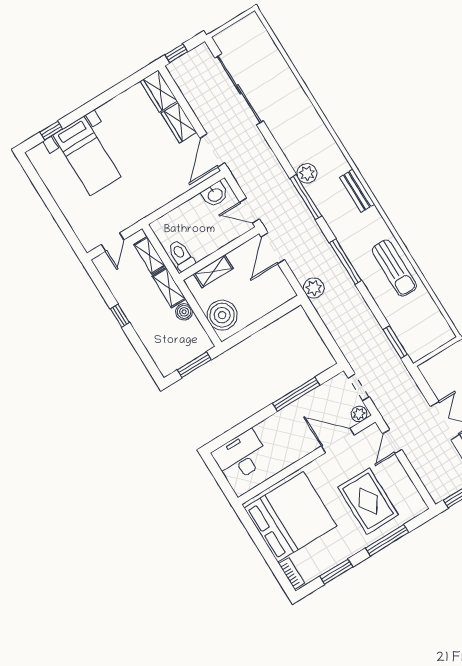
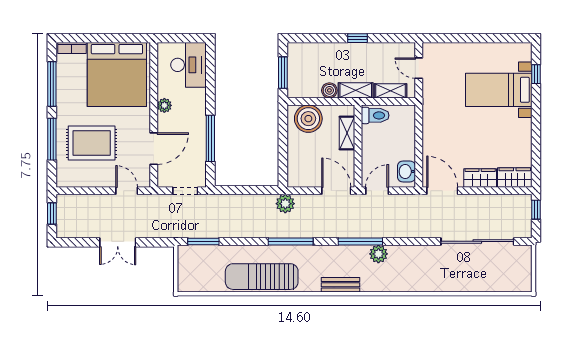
sun lounger: (394, 268) -> (262, 277), width x1.36, depth x1.34
plant: (359, 414) -> (164, 105), moved
window: (336, 572) -> (52, 84), width x1.44

